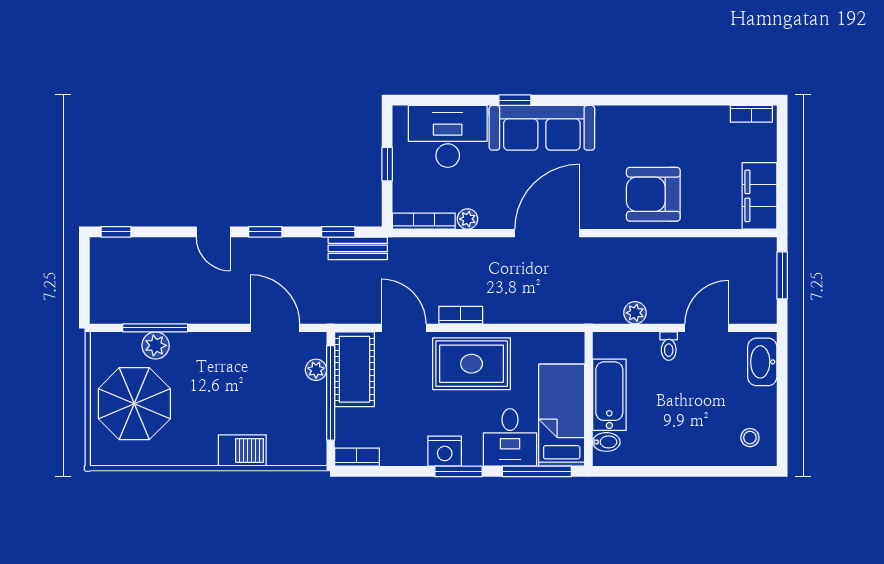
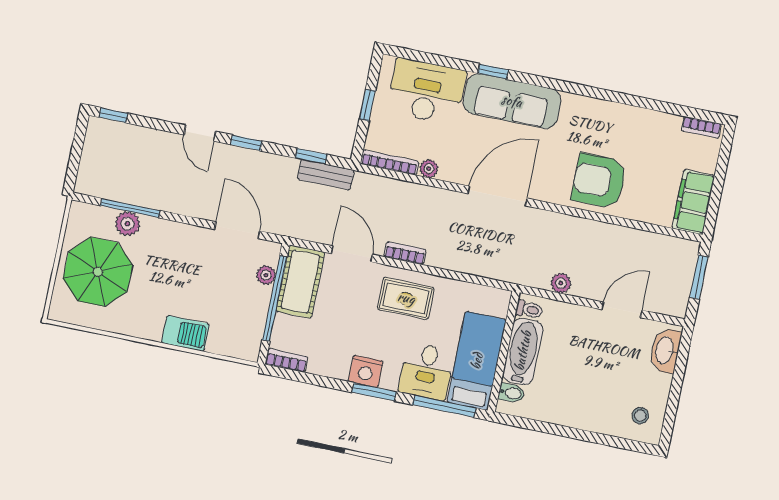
toilet: (669, 346) -> (529, 310), moved, turned -90
rug: (472, 364) -> (406, 298), width x0.73, depth x0.70

